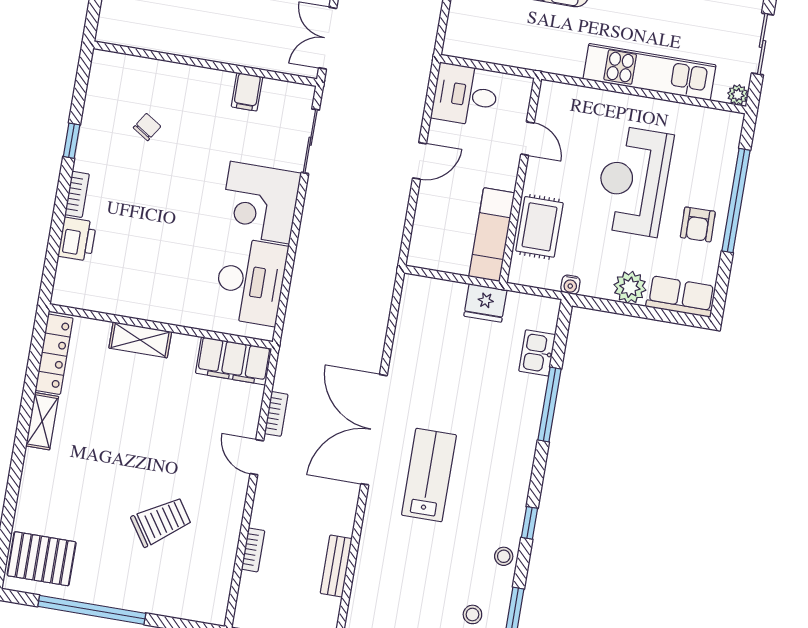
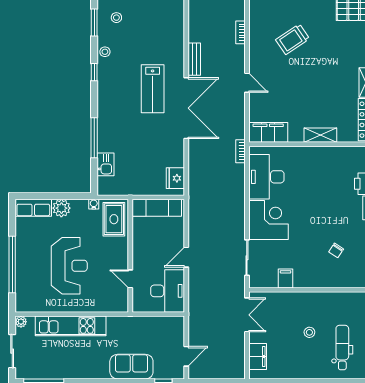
desk: (465, 95) -> (168, 291), width x1.37
armchair: (698, 224) -> (31, 248), removed
rug: (540, 227) -> (114, 219), moved
exam couch: (492, 235) -> (157, 208), moved, turned 90
fridge: (485, 303) -> (175, 178), moved, turned -90
bookcase: (276, 414) -> (240, 151), moved
bench: (336, 566) -> (194, 59), moved

